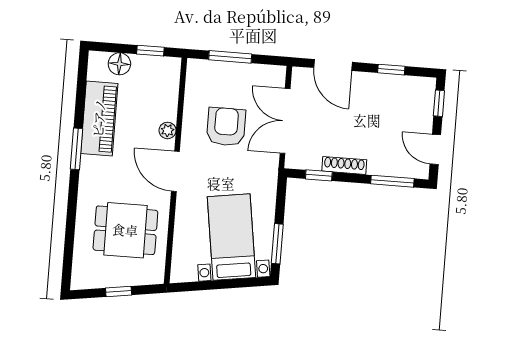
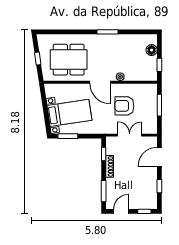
piano: (99, 118) -> (124, 42), removed
double door: (285, 121) -> (130, 135), width x0.73
armchair: (226, 127) -> (124, 106), turned 180
door: (175, 171) -> (100, 82), swing flipped
dining table: (125, 230) -> (69, 60), width x1.38

